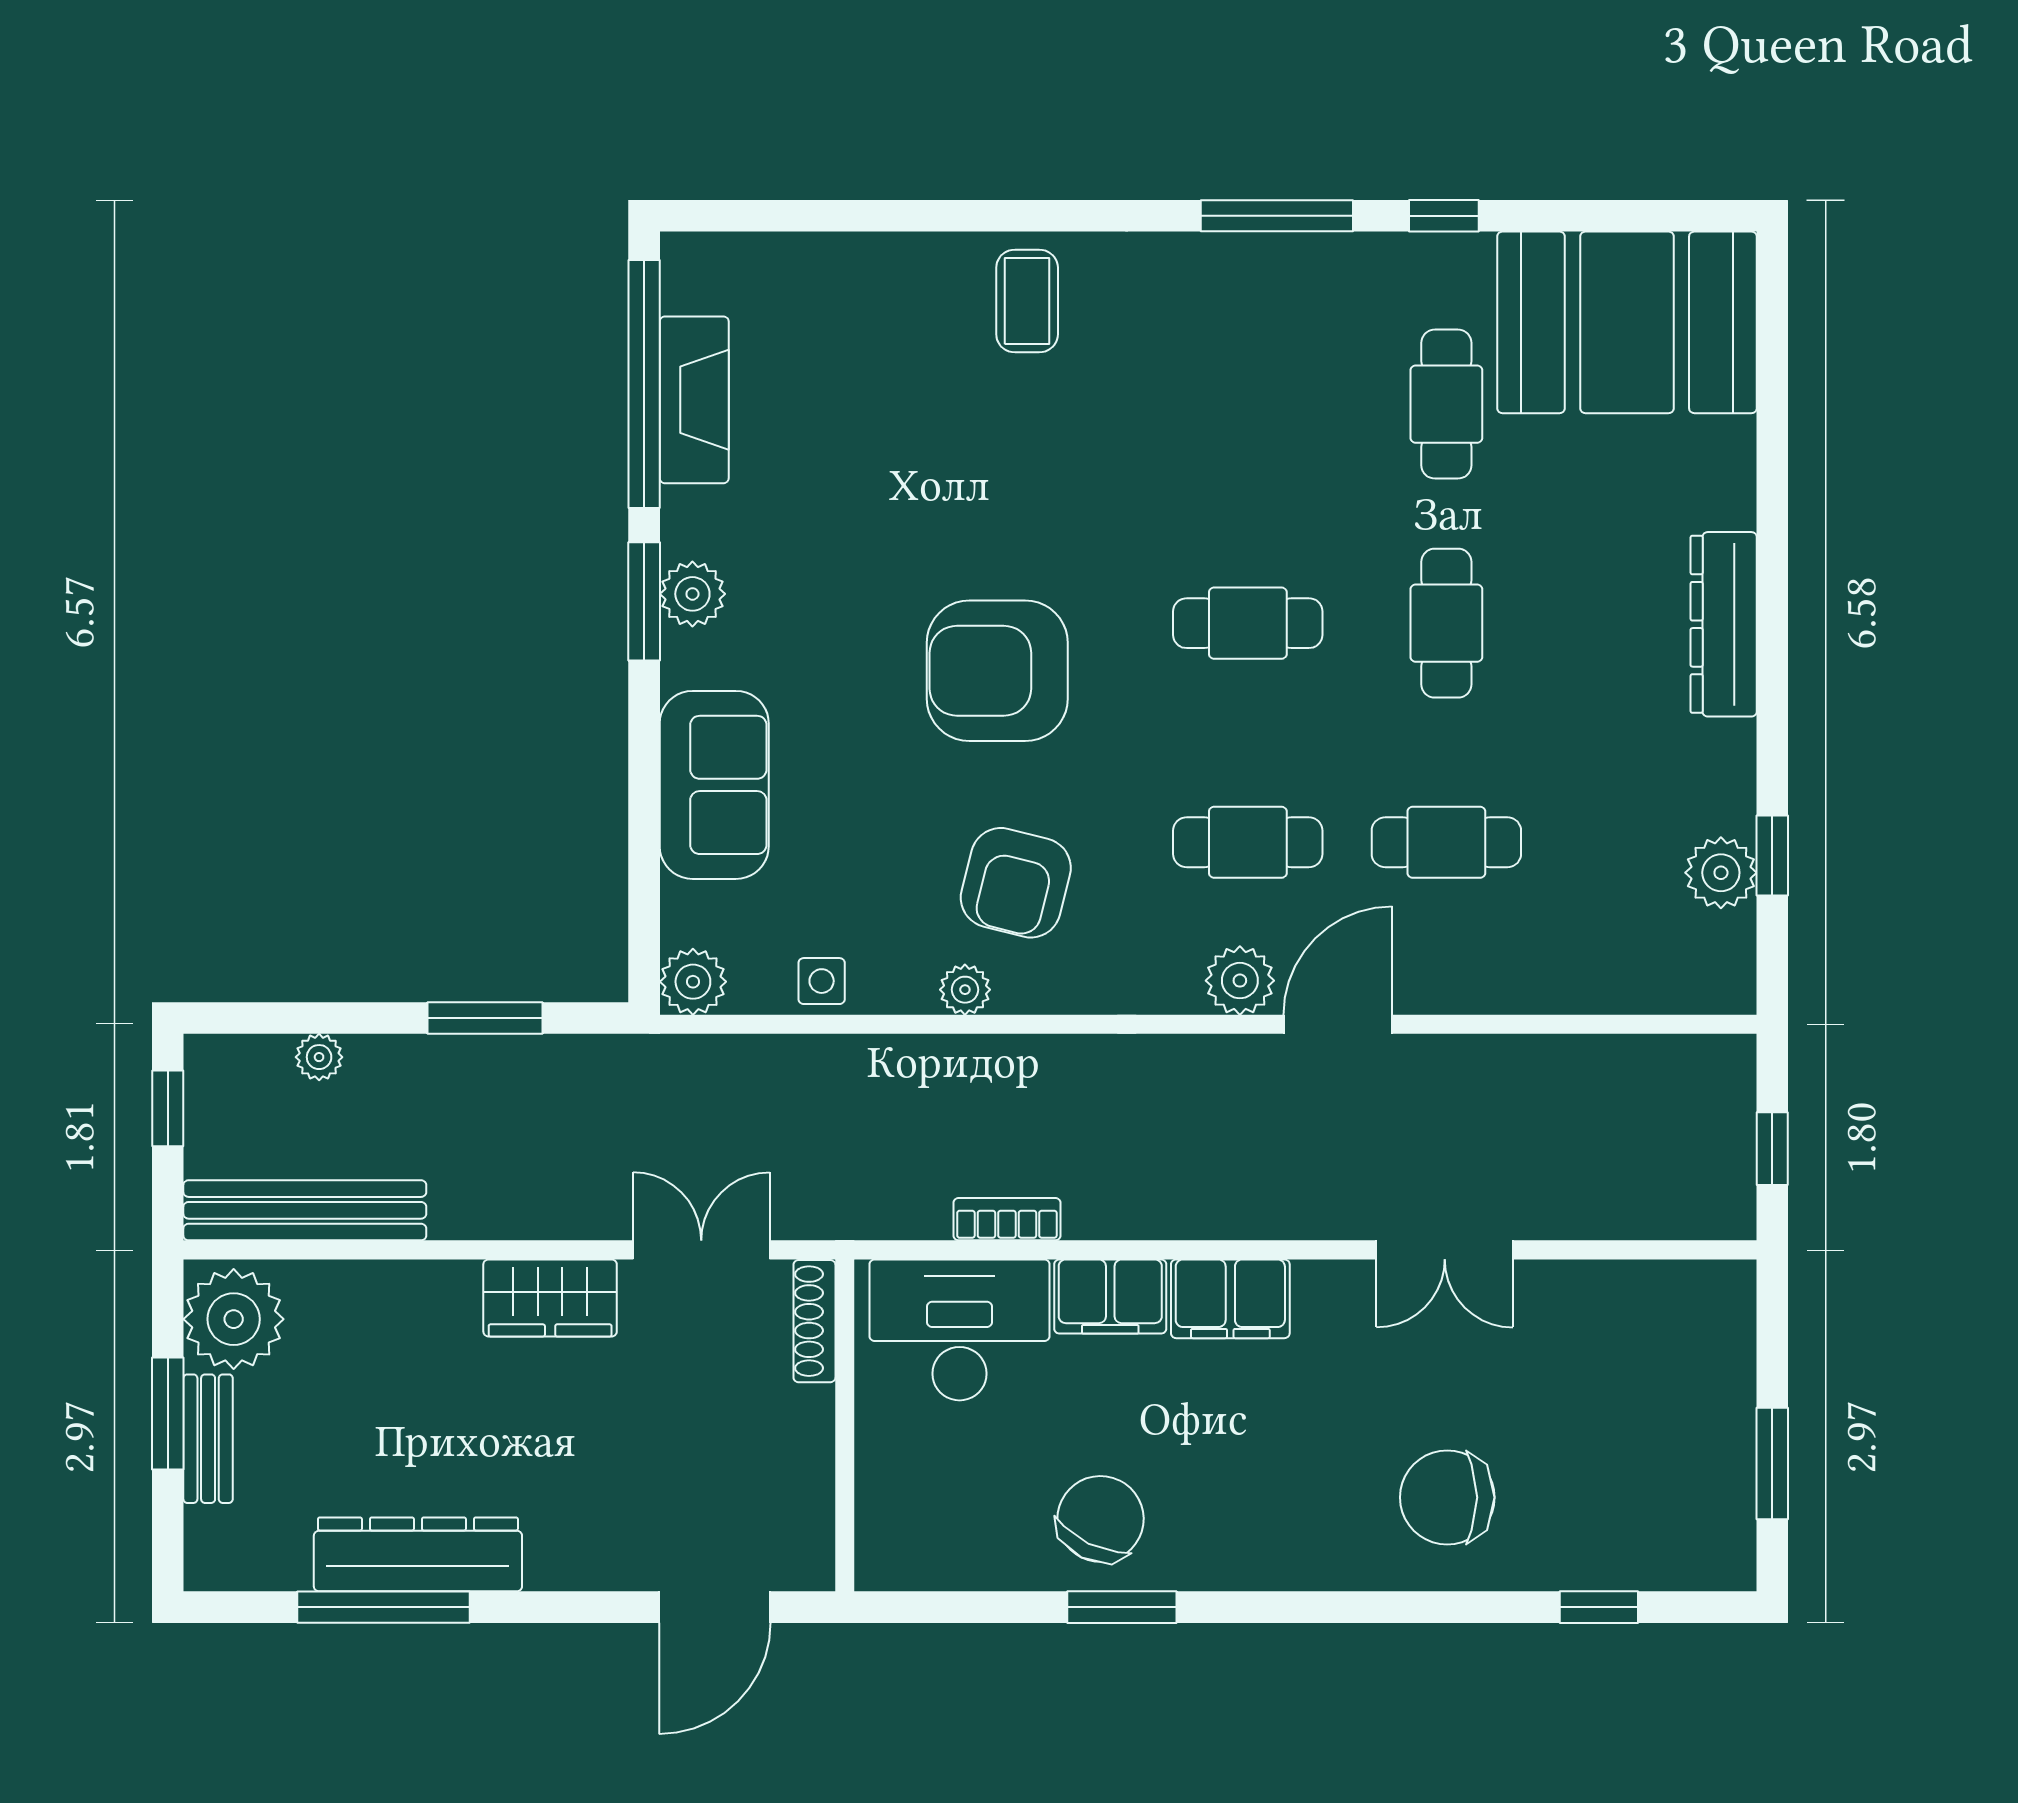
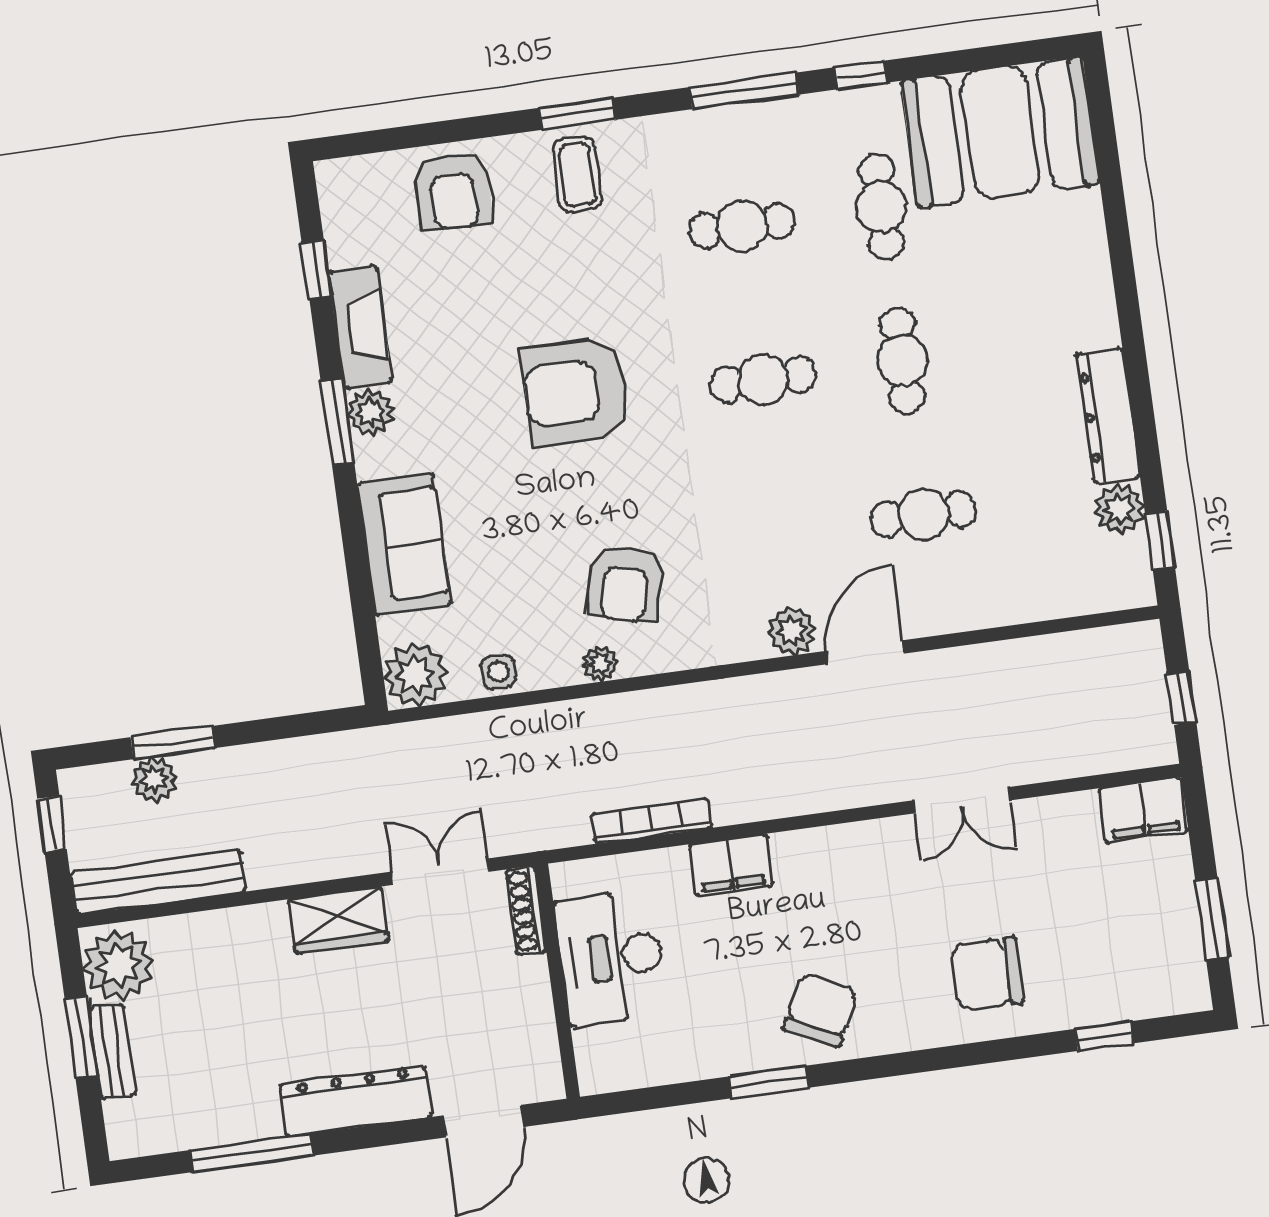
window: (1038, 216) -> (577, 114), added
armchair: (850, 300) -> (453, 191), added
window: (644, 384) -> (317, 270), width x0.32
fireplace: (694, 400) -> (360, 327), moved
dresser: (1724, 624) -> (1108, 416), moved
armchair: (997, 671) -> (576, 391), moved
cafe table: (1248, 842) -> (742, 226), moved
window: (1772, 856) -> (1160, 540), moved
plant: (693, 982) -> (416, 675), width x1.36, depth x1.36
window: (485, 1018) -> (173, 743), moved
plant: (319, 1057) -> (154, 779), width x1.38, depth x1.38
bookcase: (1007, 1219) -> (651, 821), width x1.56
filing cabinet: (1230, 1299) -> (1143, 810), moved
desk: (960, 1330) -> (611, 957), moved, turned -90
chair: (1101, 1519) -> (820, 1010), moved
dresser: (418, 1554) -> (356, 1101), moved

